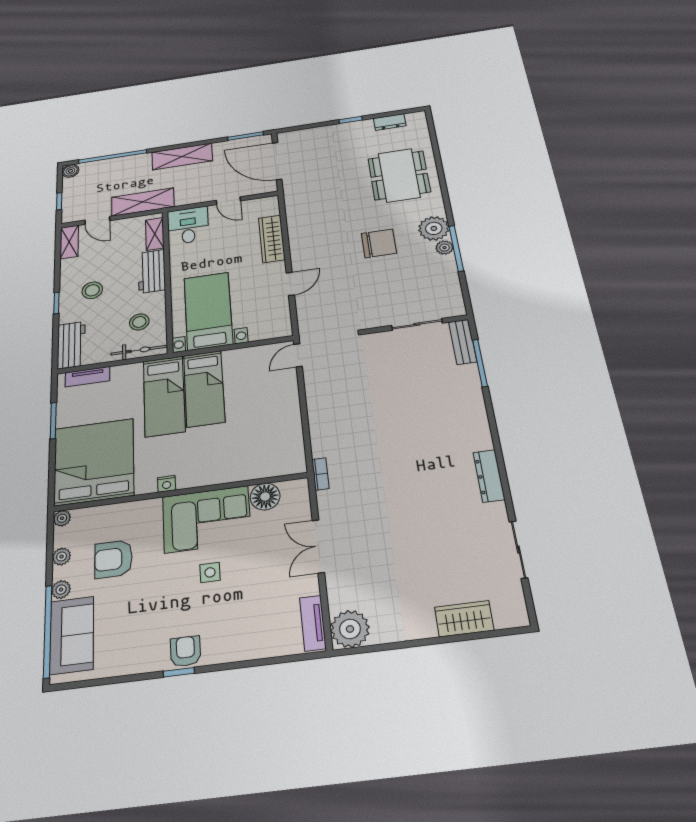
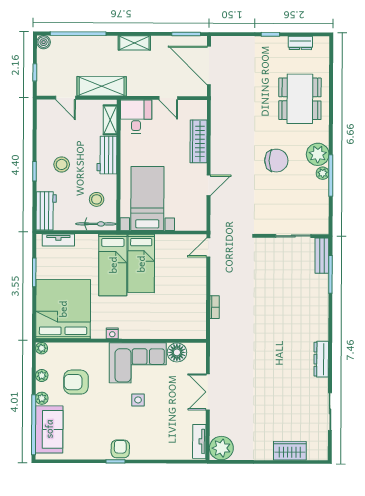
shelving: (182, 156) -> (134, 43), width x0.67, depth x0.75
shelving: (69, 242) -> (43, 115), removed
bookcase: (320, 474) -> (215, 307), moved

